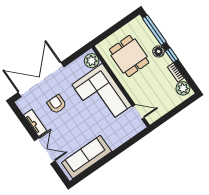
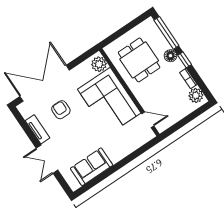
double door: (45, 151) -> (47, 159), swing flipped
sofa: (87, 157) -> (92, 167), width x0.73

